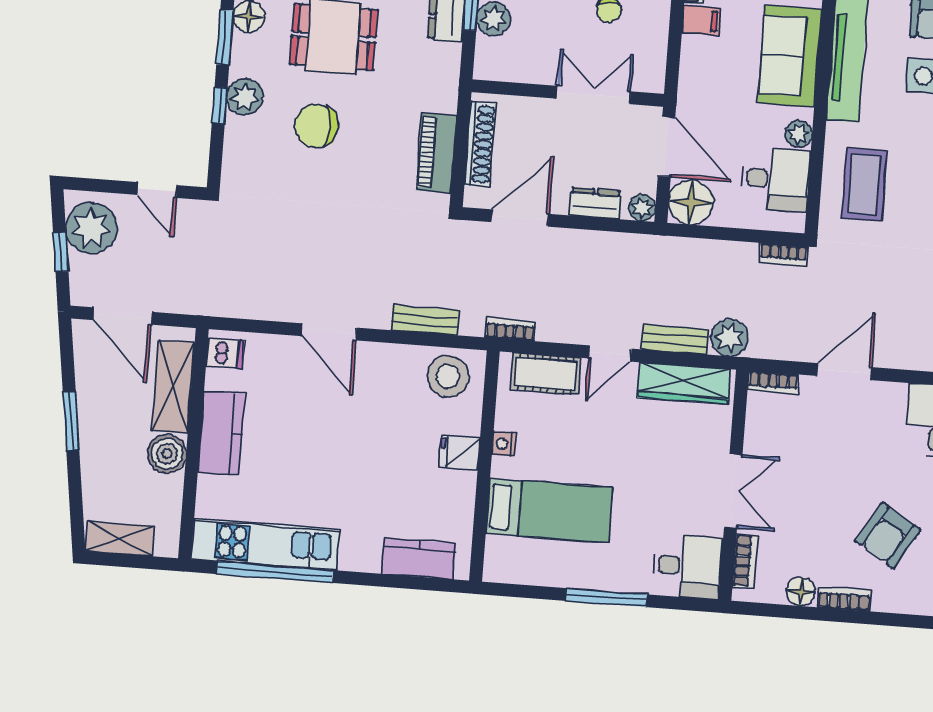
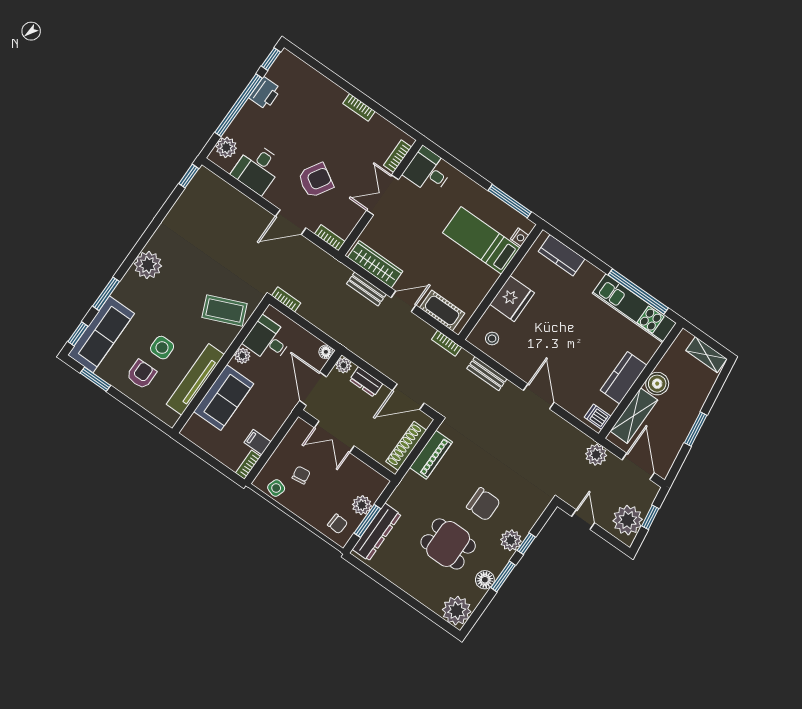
coffee table: (864, 184) -> (224, 311), turned 67
floor lamp: (691, 202) -> (326, 352), width x0.53, depth x0.53
plant: (729, 338) -> (596, 455), moved
stool: (448, 376) -> (492, 339), width x0.53, depth x0.53
nightstand: (504, 444) -> (520, 237), moved
fridge: (460, 453) -> (512, 299), width x1.88, depth x1.34
armchair: (888, 535) -> (316, 180), moved
floor lamp: (801, 592) -> (379, 124), removed
window: (606, 598) -> (510, 201), moved

